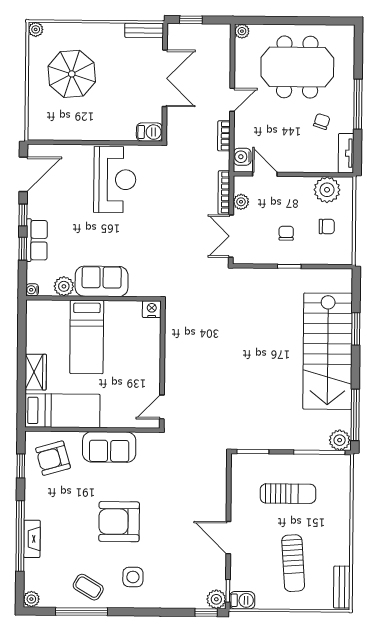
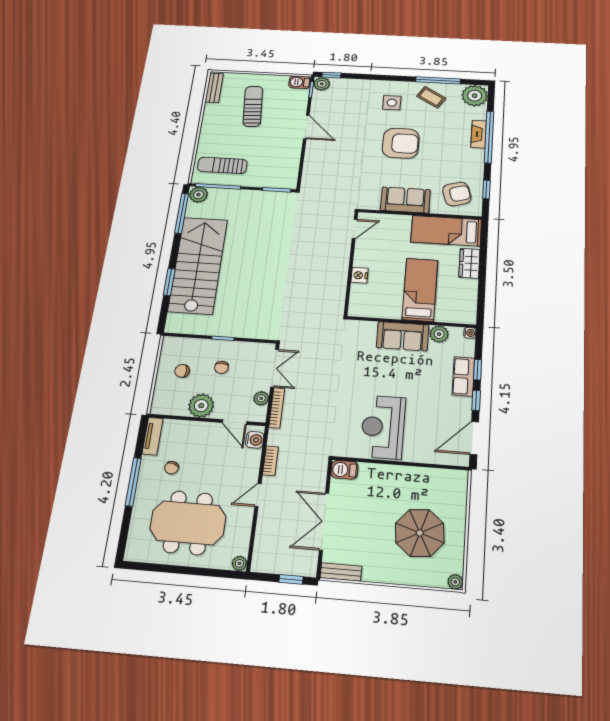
plant: (327, 190) -> (201, 406), moved
nightstand: (152, 309) -> (359, 275), moved, turned 90
sun lounger: (288, 494) -> (222, 165), moved
plant: (31, 599) -> (475, 96), width x1.87, depth x1.87

